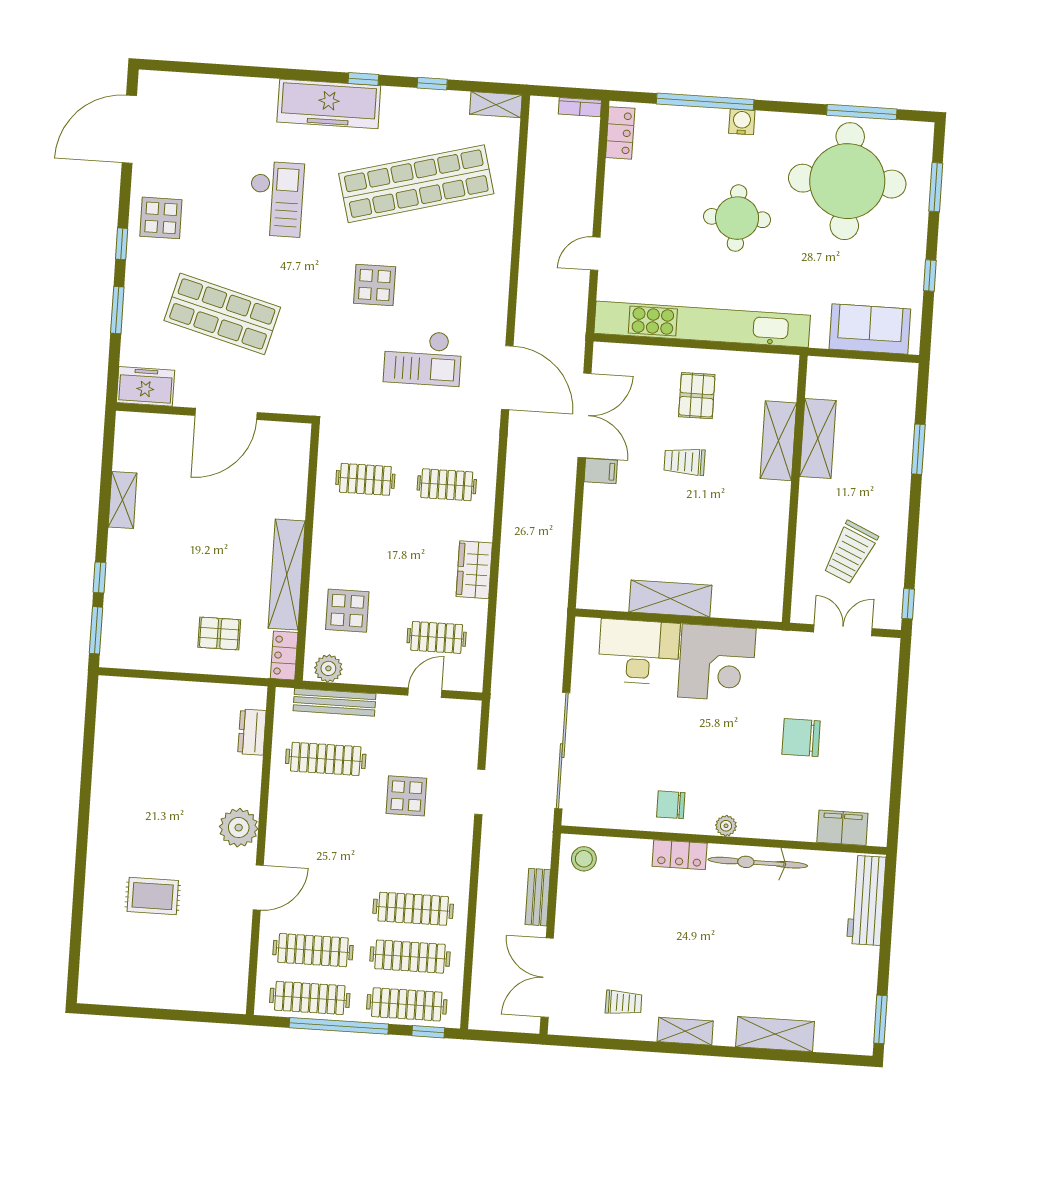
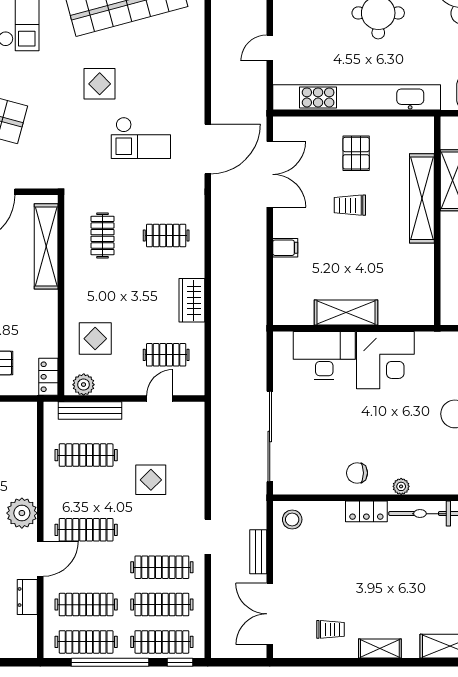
door: (507, 378) -> (208, 149), hinge flipped
shelving: (778, 441) -> (422, 198), width x1.47
filing cabinet: (601, 471) -> (285, 248), moved
clothes rail: (365, 479) -> (103, 235), turned 90
shelving: (287, 575) -> (46, 246), moved
dresser: (252, 732) -> (27, 597), moved
doorway: (480, 792) -> (208, 537), moved
clothes rail: (319, 854) -> (86, 530), added

